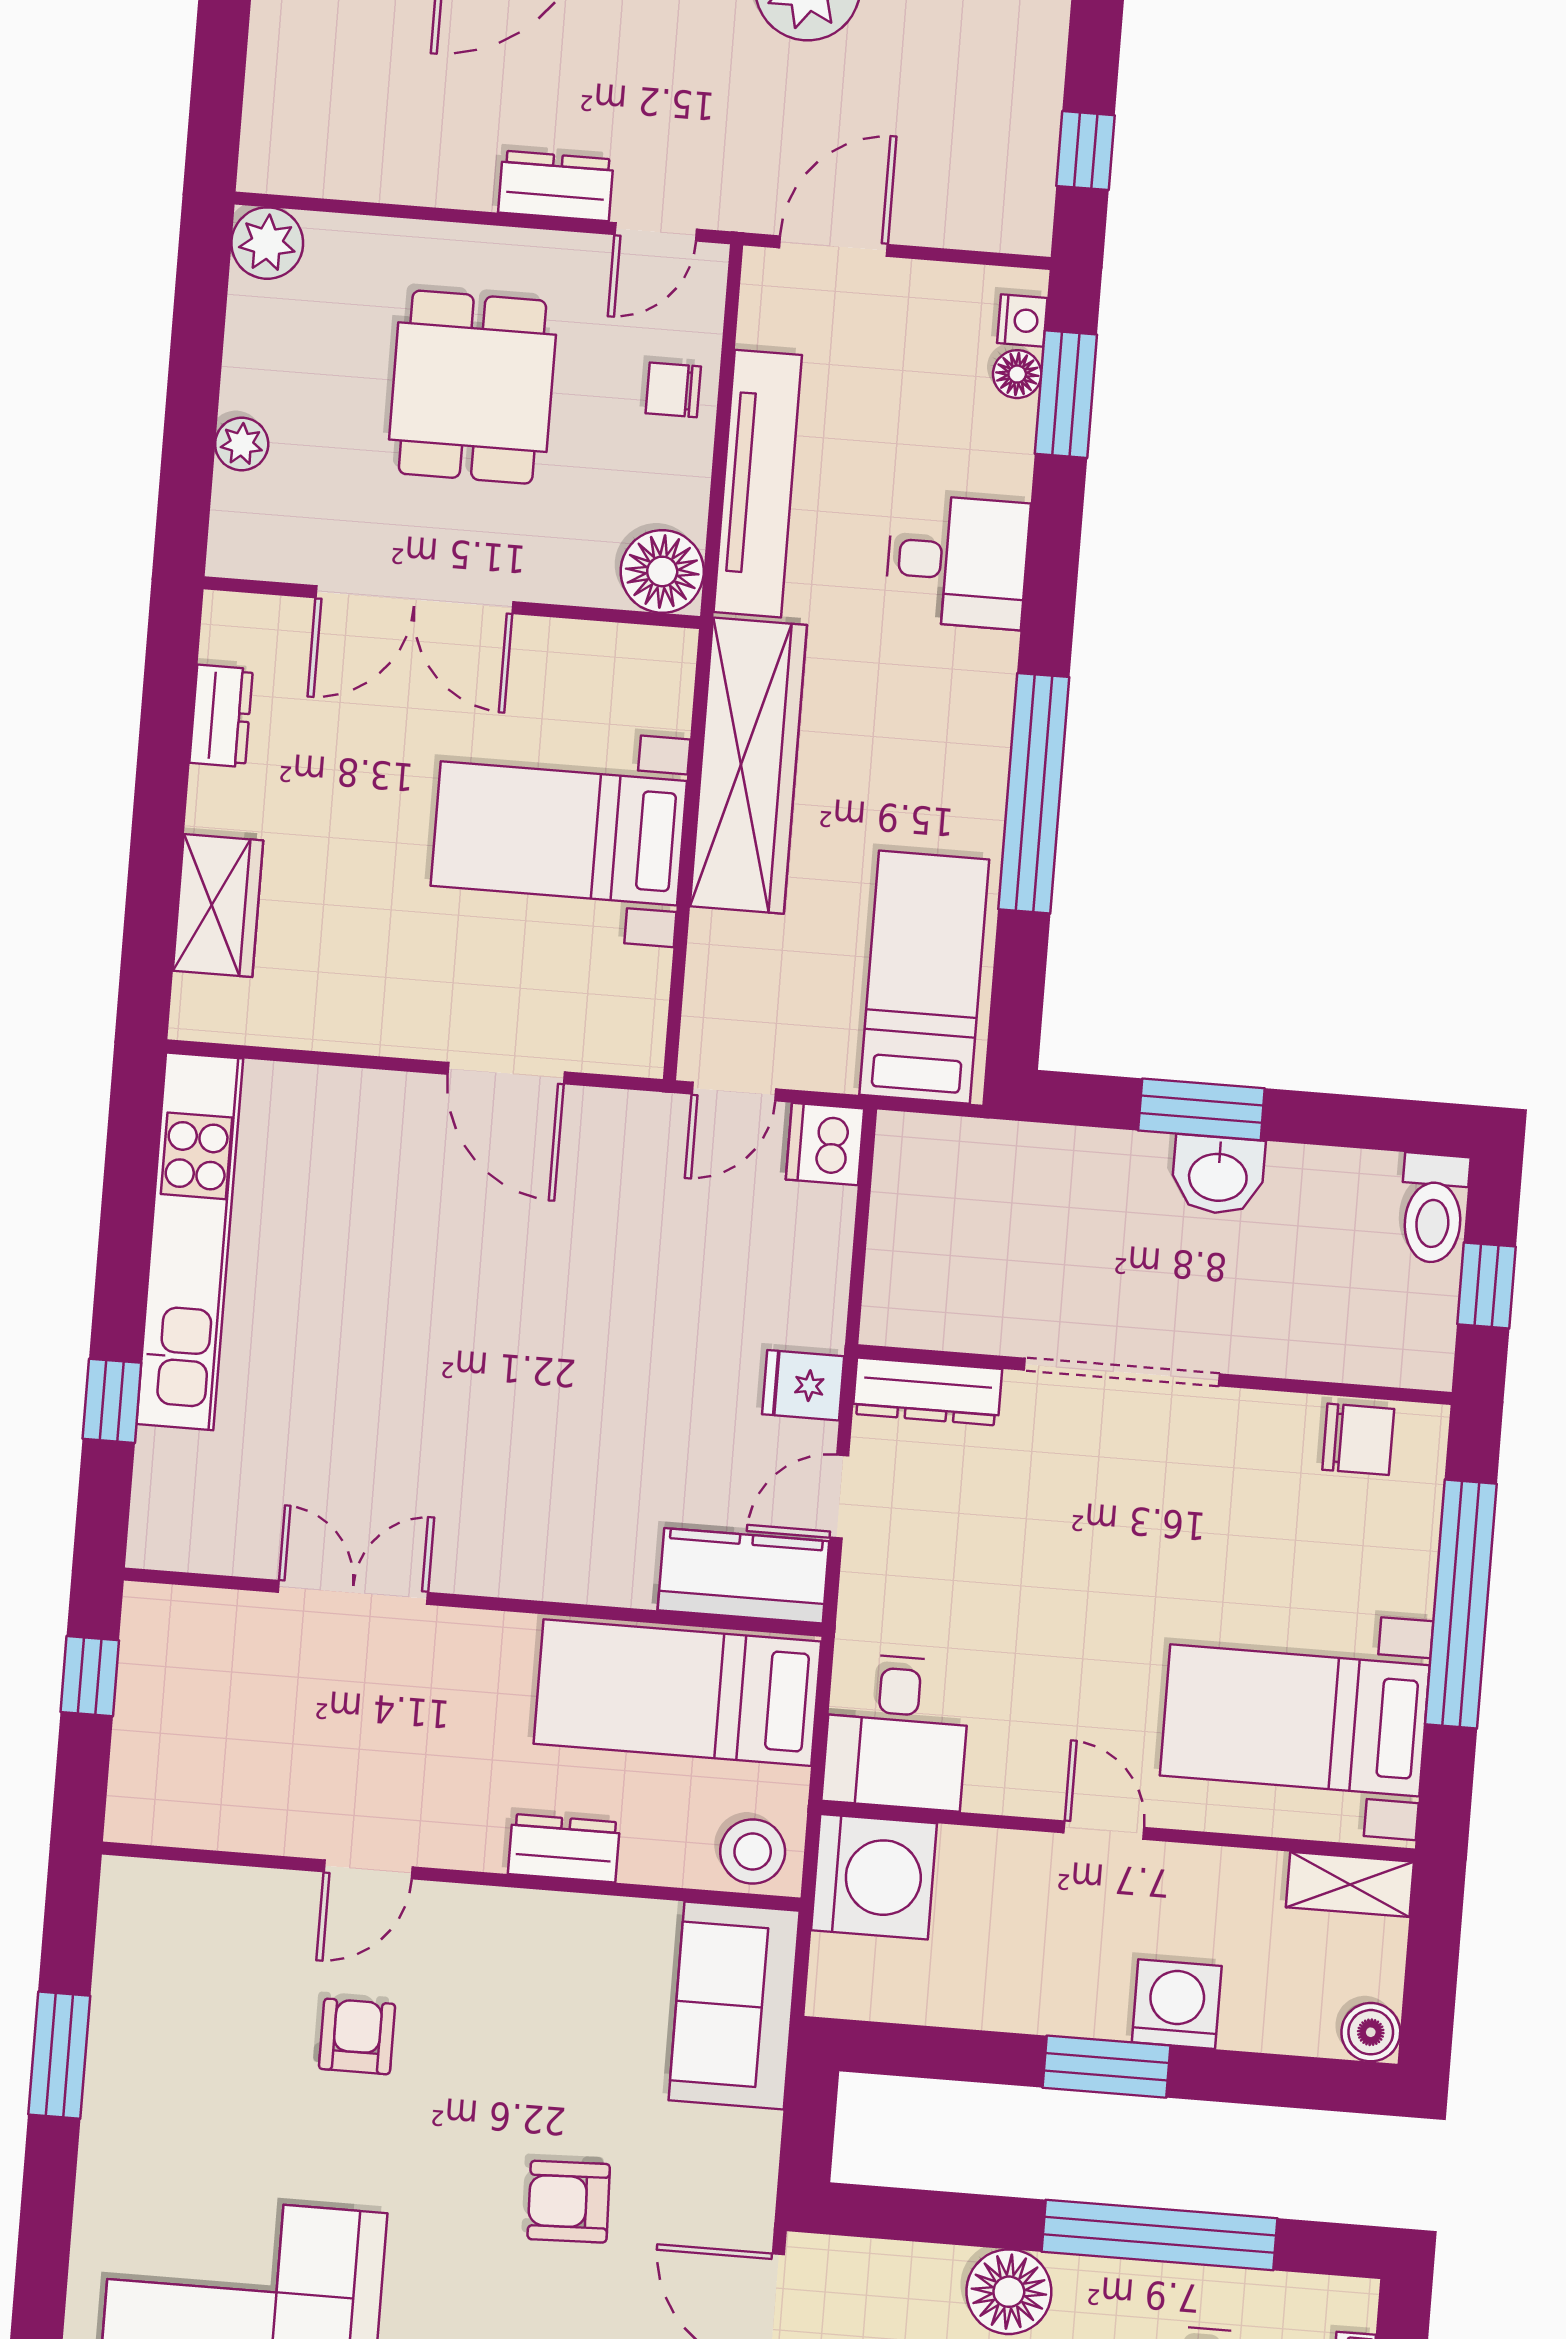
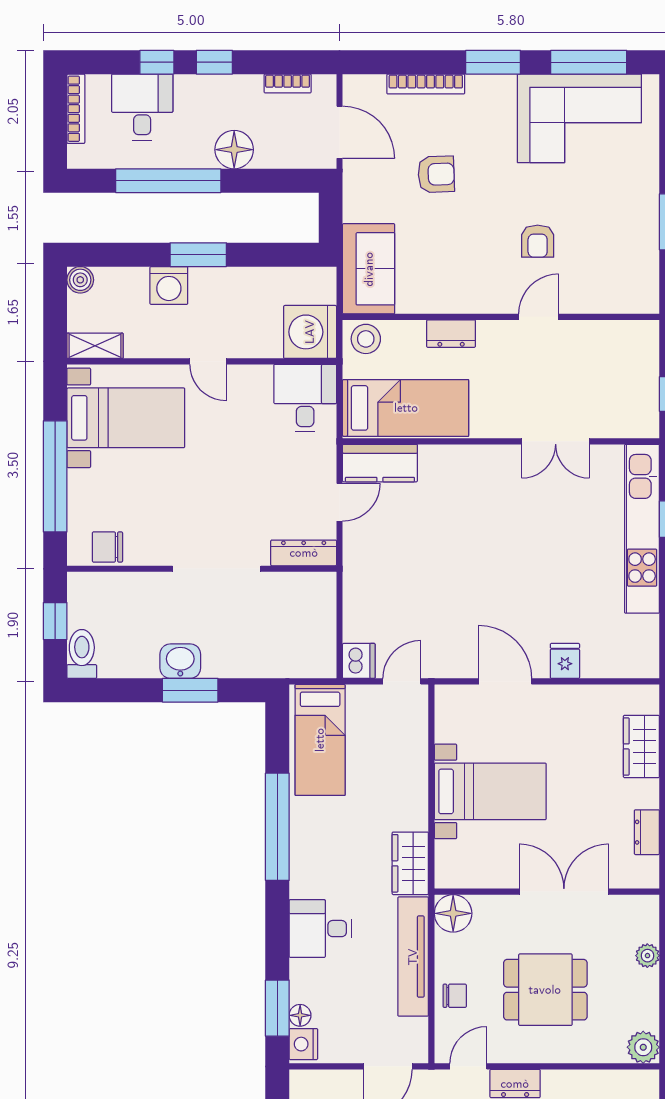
nightstand: (1022, 320) -> (303, 1044), width x1.39, depth x1.35
dining table: (472, 387) -> (545, 990), turned 90
wardrobe: (748, 766) -> (410, 863), width x0.48, depth x0.85
kitchen unit: (190, 1241) -> (642, 529), moved
fridge: (803, 1385) -> (565, 661), moved, turned -90

